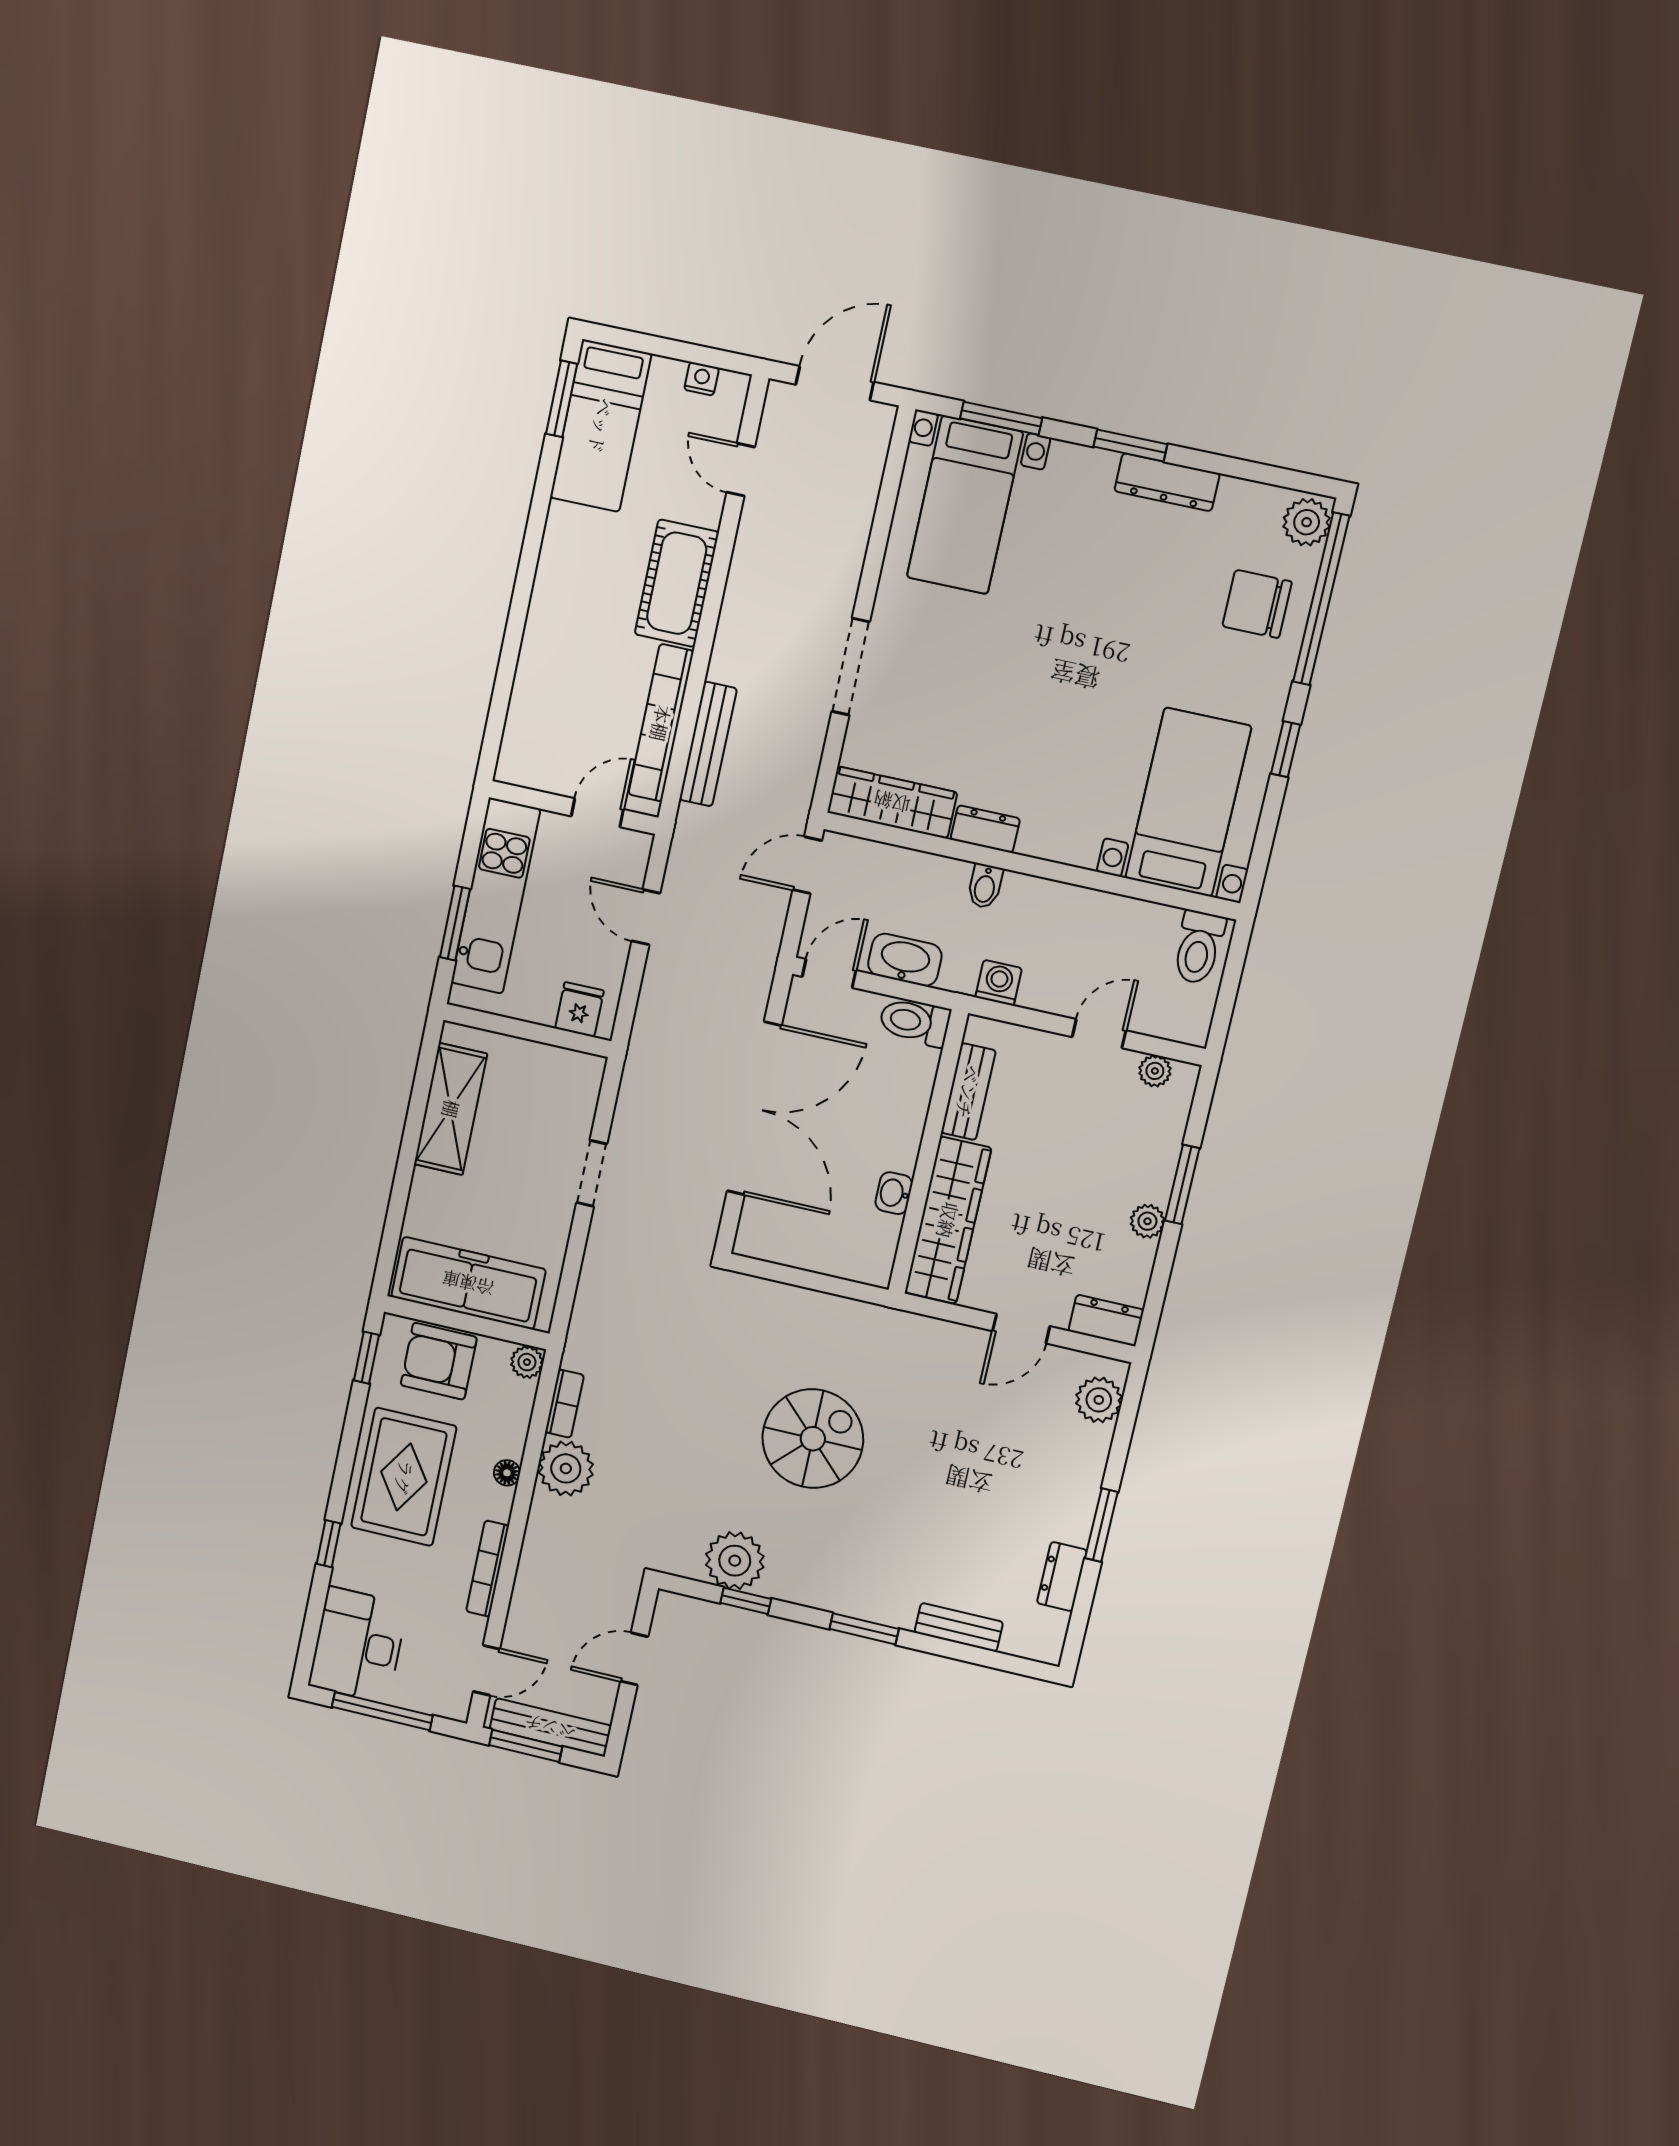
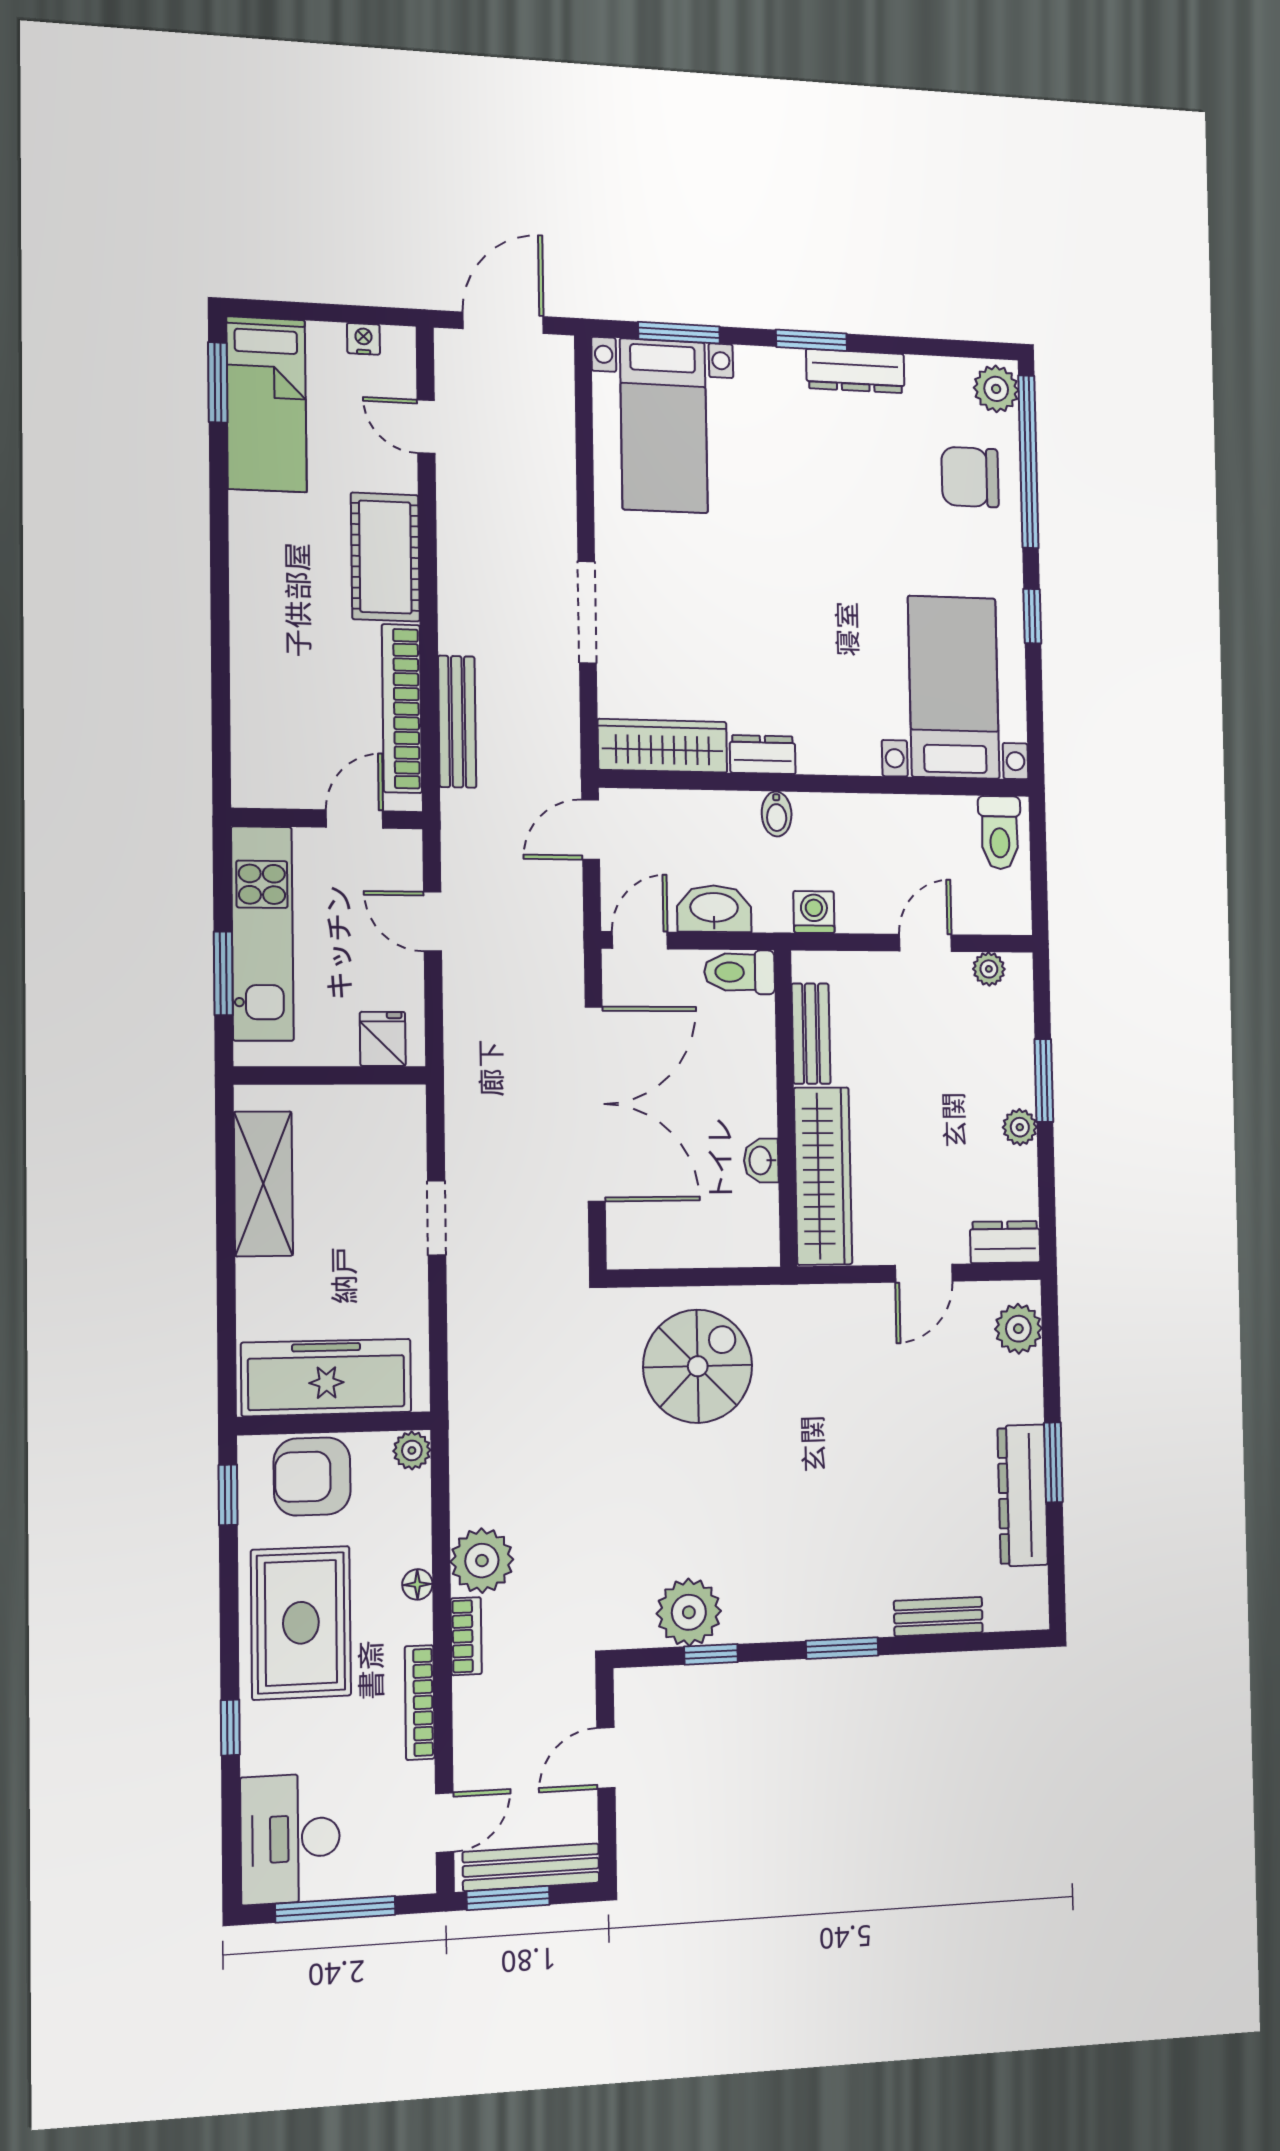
bookcase: (565, 1404) -> (466, 1636), moved
spiral stairs: (813, 1439) -> (698, 1366), moved
dresser: (1062, 1577) -> (1023, 1495), width x1.96, depth x1.24

